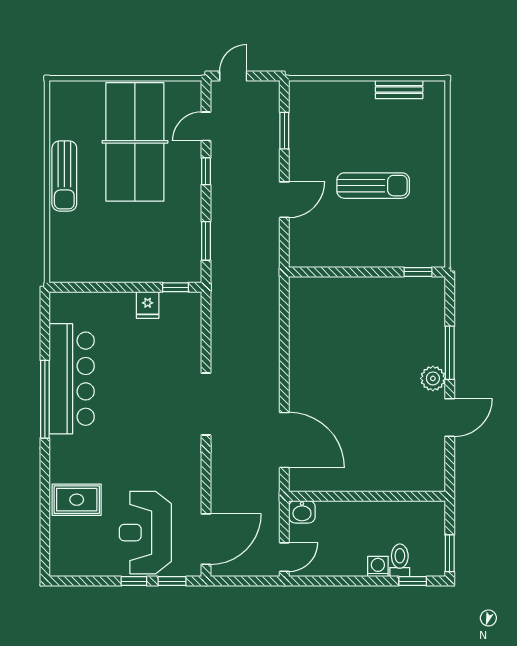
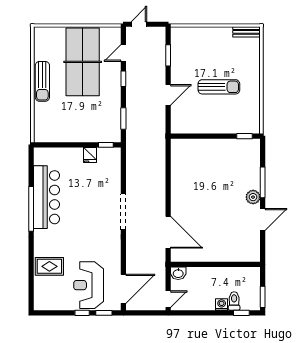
bench: (399, 90) -> (247, 32), moved

